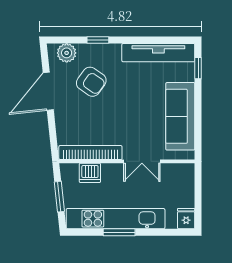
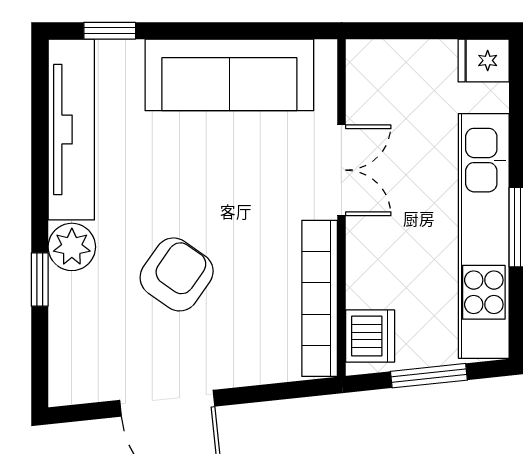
plant: (67, 53) -> (72, 247), moved
armchair: (91, 82) -> (177, 274), moved
dishwasher: (90, 173) -> (370, 336), moved

